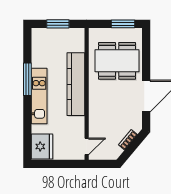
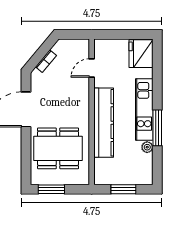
plant: (36, 62) -> (147, 147), added
door: (87, 146) -> (92, 68), moved

